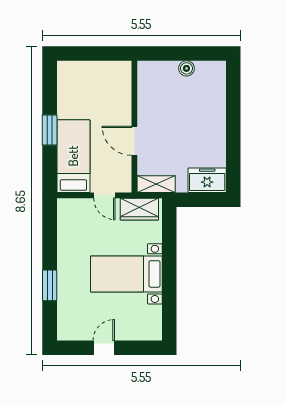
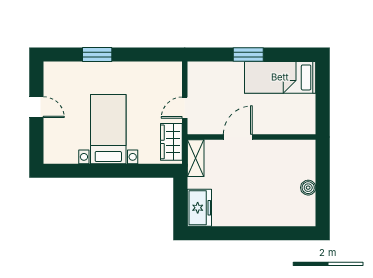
bed: (73, 156) -> (280, 77), moved, turned 180

